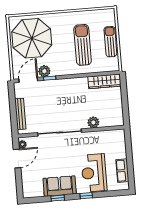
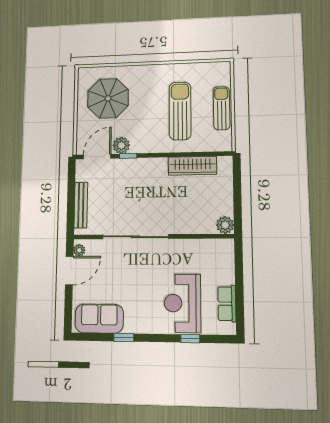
parasol: (32, 38) -> (108, 98), width x0.73, depth x0.73
wardrobe: (104, 81) -> (192, 166), moved
plant: (93, 122) -> (225, 225), moved
sofa: (60, 186) -> (99, 319), moved
window: (86, 196) -> (190, 338), moved

